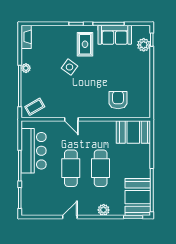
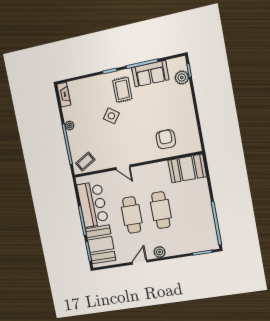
booth: (138, 197) -> (101, 244), moved
plant: (104, 210) -> (160, 252), moved

